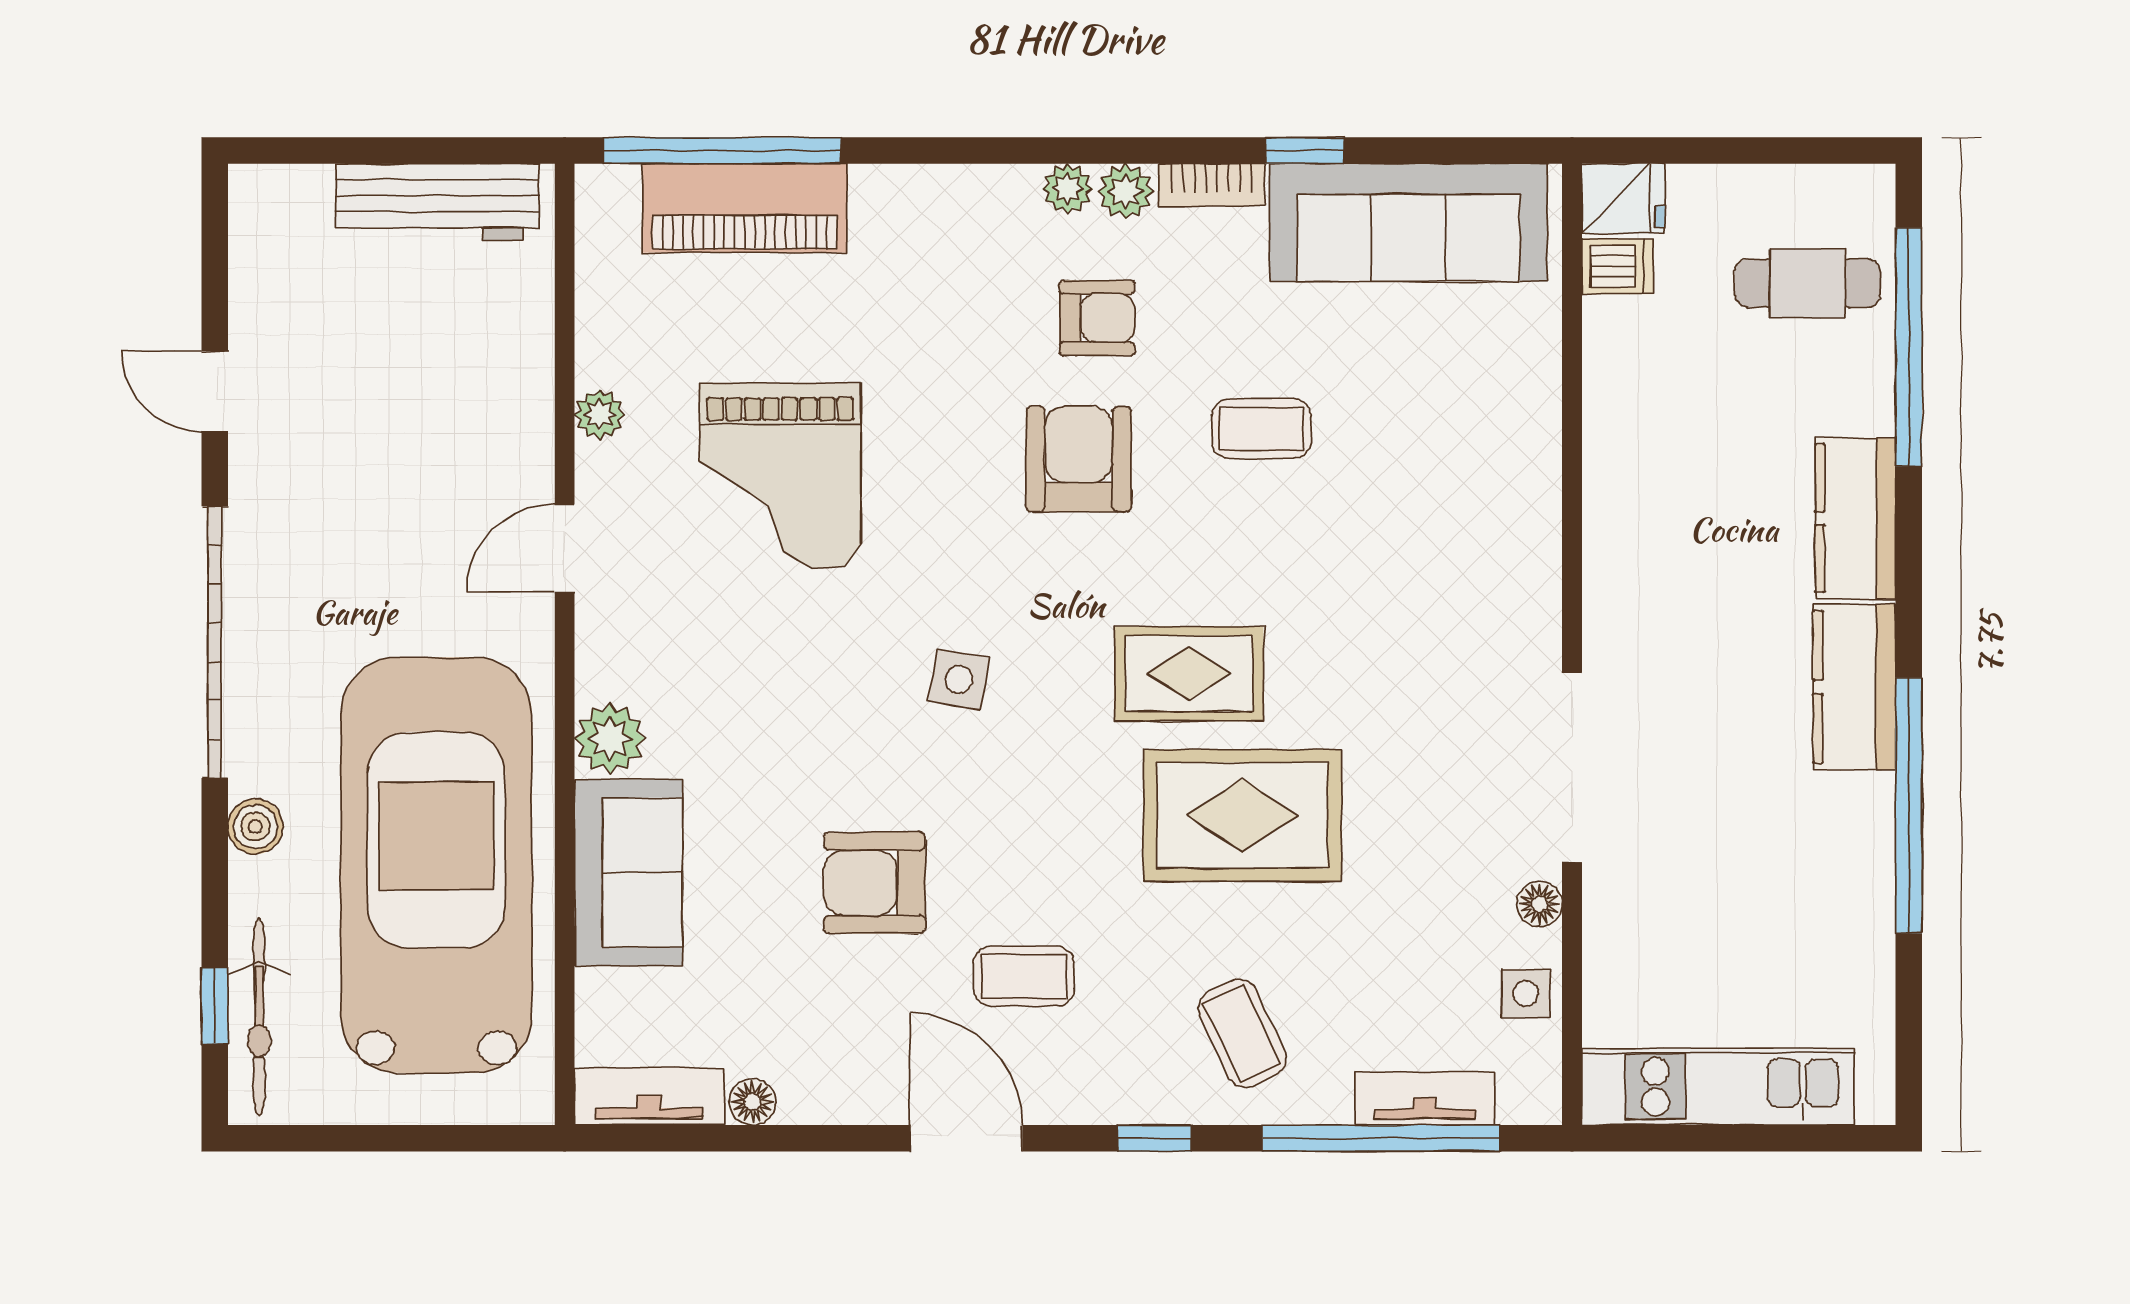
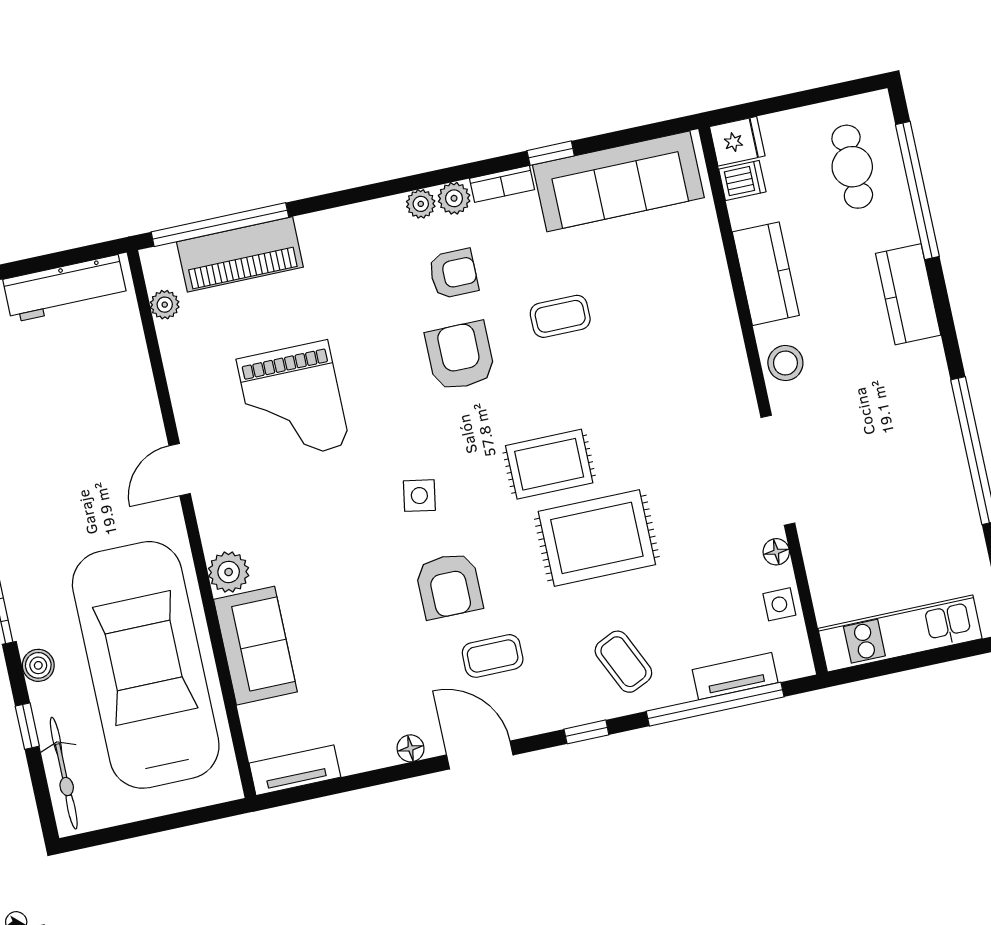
cafe table: (1808, 283) -> (852, 167), turned 90
plant: (600, 415) -> (165, 305), moved
stool: (1624, 589) -> (785, 363), added
kitchen counter: (1854, 687) -> (766, 274), moved, turned 180
armchair: (875, 883) -> (449, 586), moved, turned -90
window: (215, 1006) -> (27, 726), moved
floor lamp: (753, 1102) -> (411, 748), moved

